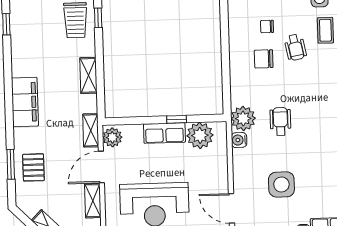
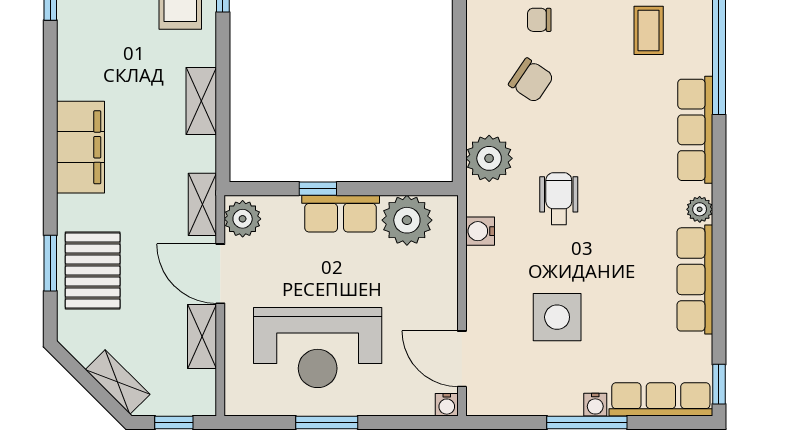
wheelchair: (295, 47) -> (591, 61), removed
chair: (264, 59) -> (531, 80), turned -146
window: (177, 119) -> (318, 189), moved
plant: (243, 119) -> (489, 158), moved
pallet: (33, 167) -> (93, 271), width x1.50, depth x1.42
door: (101, 167) -> (220, 274), hinge flipped

